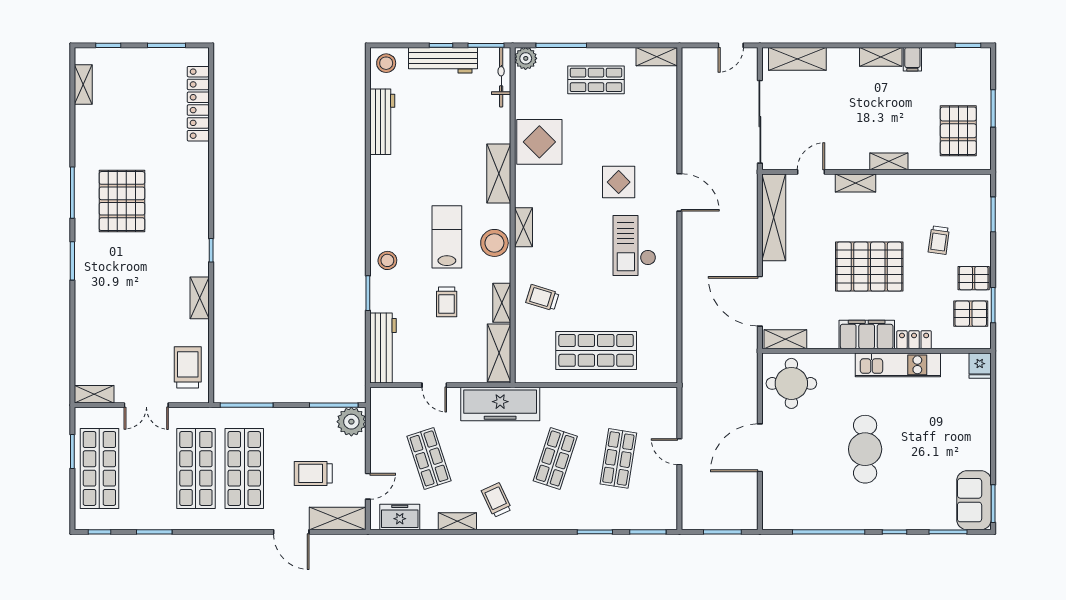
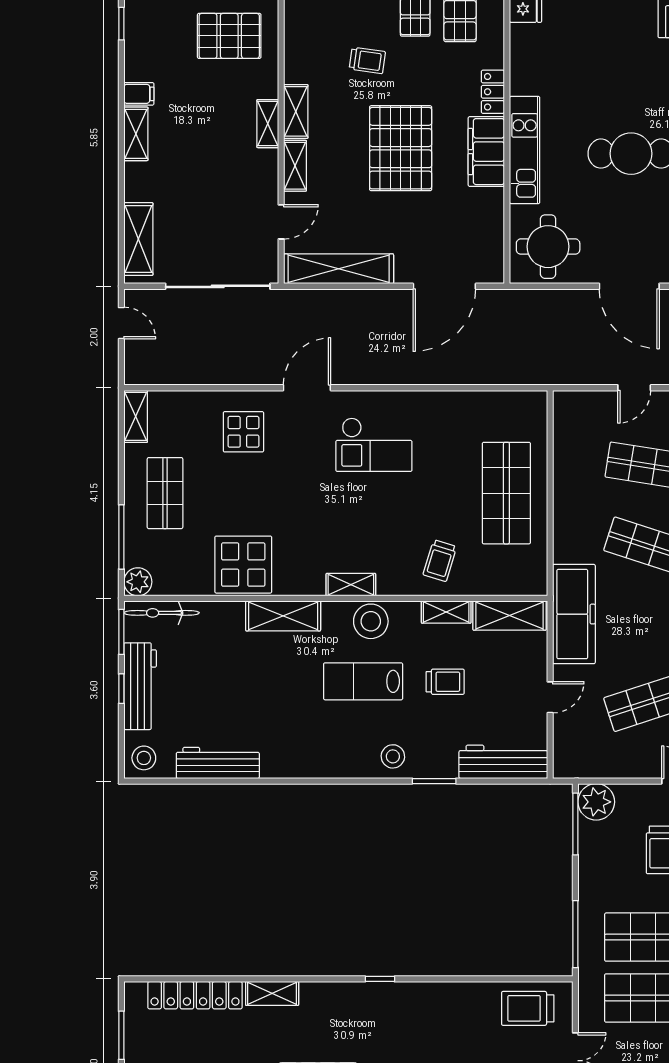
door: (811, 172) -> (281, 222), swing flipped
display table: (619, 182) -> (243, 432), moved
shelving: (200, 298) -> (272, 993), moved
shelving: (785, 339) -> (296, 111), moved
kitchen unit: (898, 365) -> (525, 150), moved

